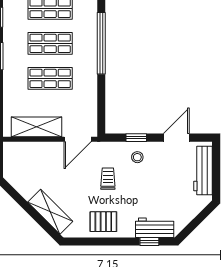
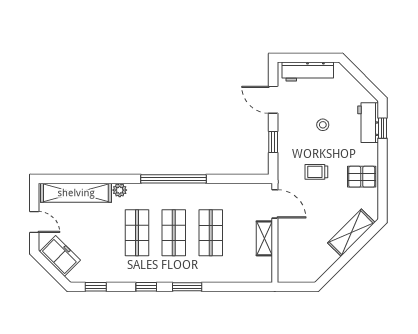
shelving: (36, 127) -> (264, 238), width x0.67, depth x0.75
stool: (137, 157) -> (323, 125), moved
pallet: (103, 222) -> (362, 177), turned 90

